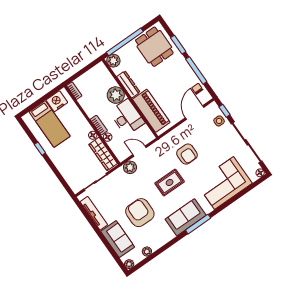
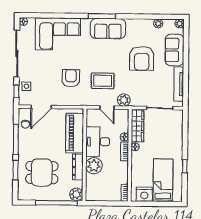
dining table: (154, 47) -> (42, 173), moved, turned 90
rug: (170, 183) -> (103, 81), moved

